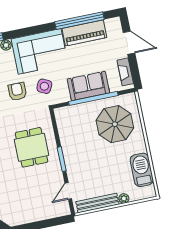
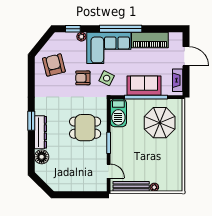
window: (79, 21) -> (121, 29), moved
armchair: (17, 91) -> (83, 78), turned -90
dining table: (32, 147) -> (85, 128), turned 90
barbecue: (142, 170) -> (118, 113), moved, turned 180
door: (68, 191) -> (109, 171), swing flipped

